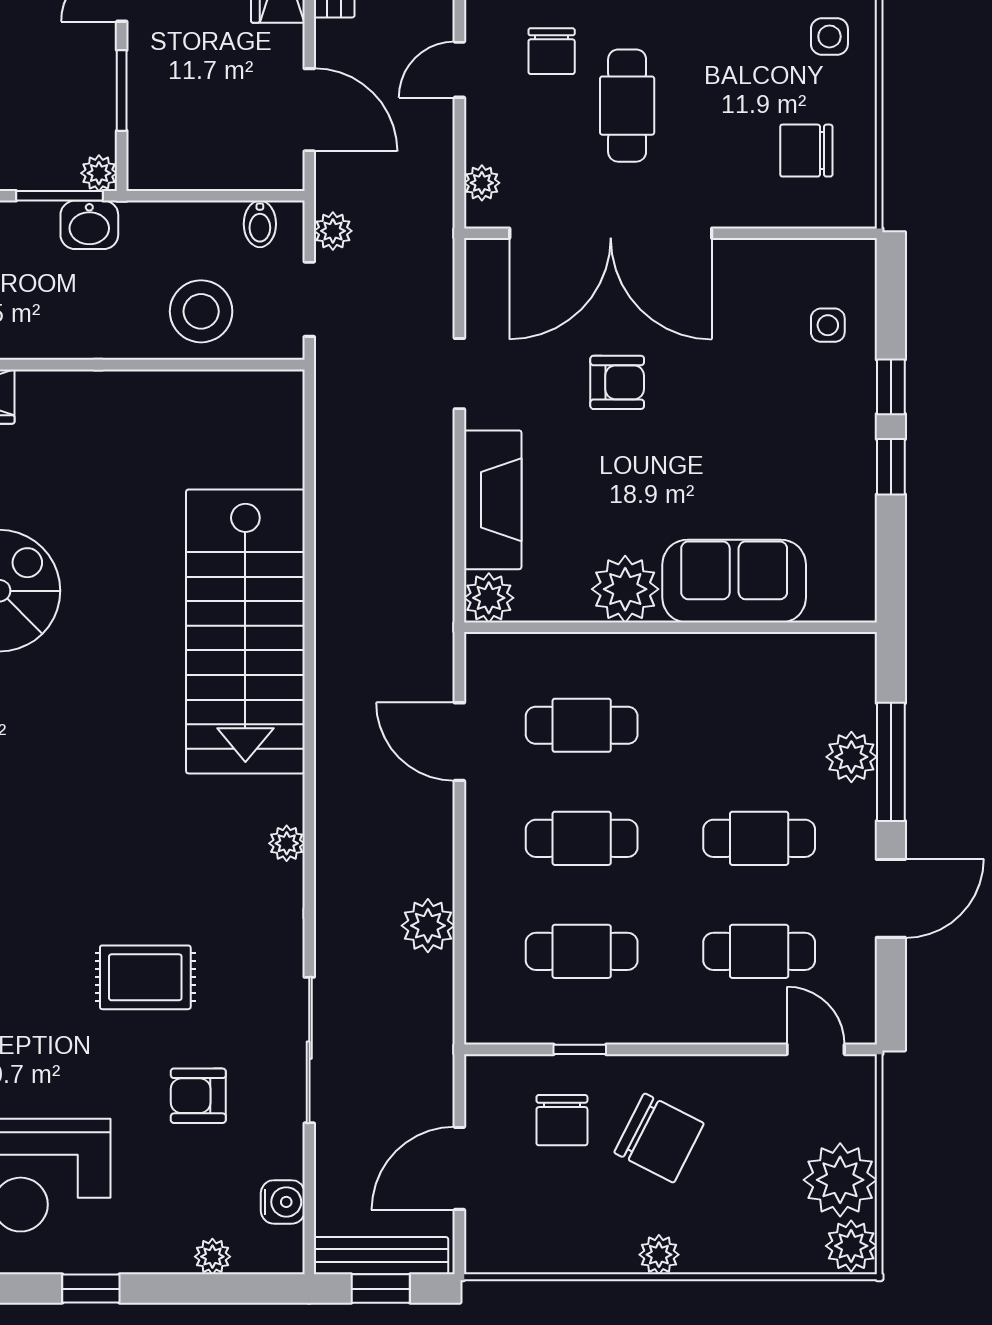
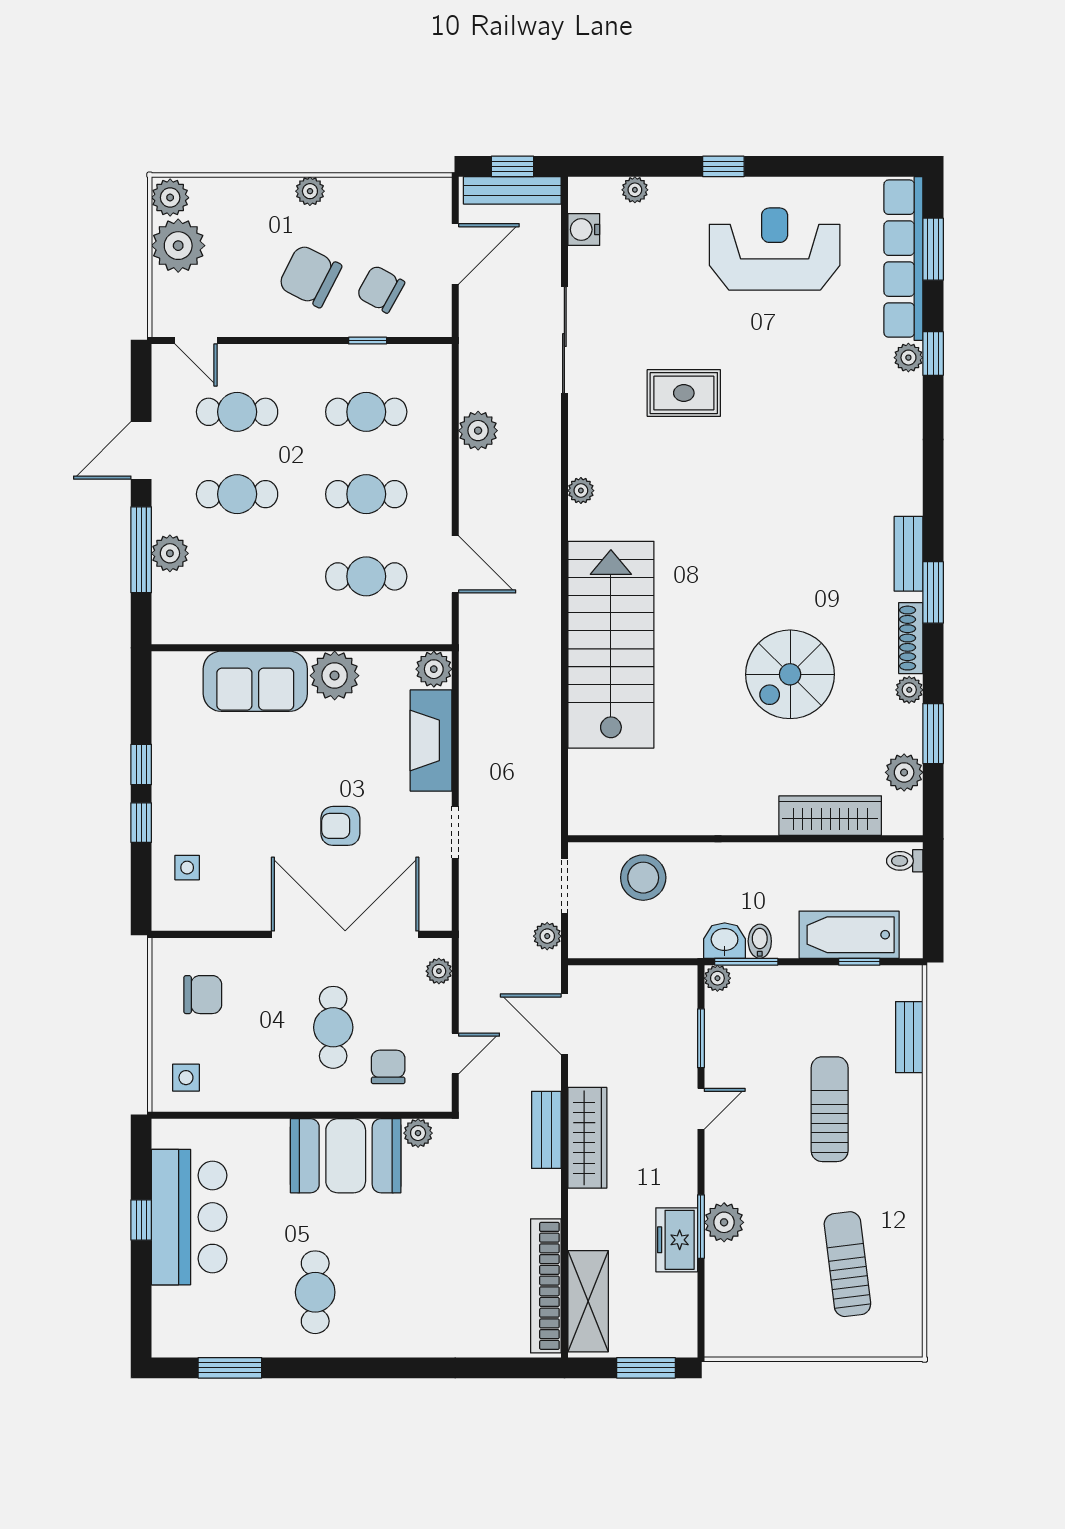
bidet: (260, 224) -> (760, 941), moved
armchair: (198, 1096) -> (645, 307), removed
chair: (562, 1120) -> (381, 289), turned -61

